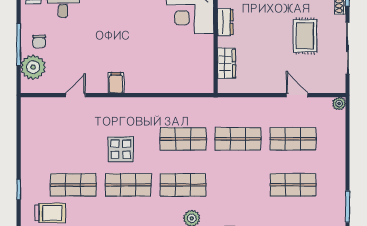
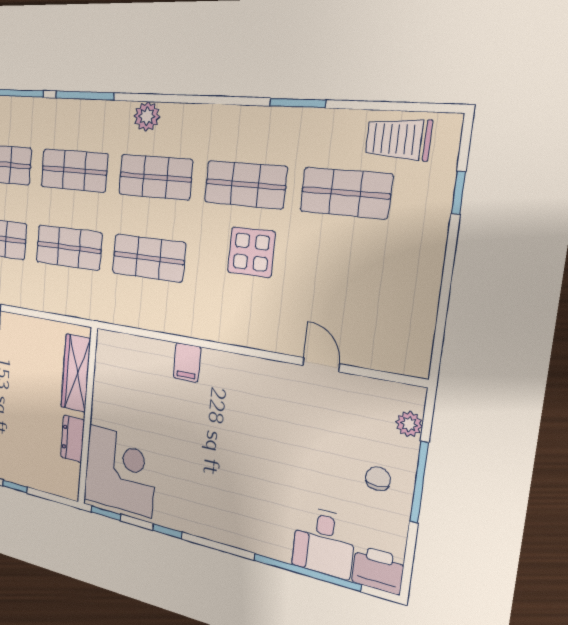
wardrobe: (226, 63) -> (76, 373), width x1.50
plant: (33, 67) -> (409, 424), width x0.53, depth x0.53
filing cabinet: (116, 83) -> (187, 362), moved
door: (76, 95) -> (321, 365), swing flipped
shop shelf: (238, 185) -> (74, 170), added

